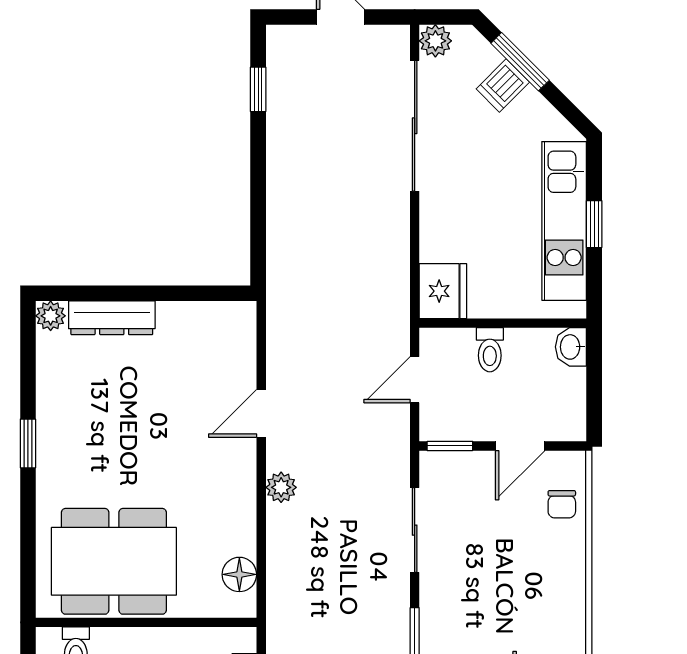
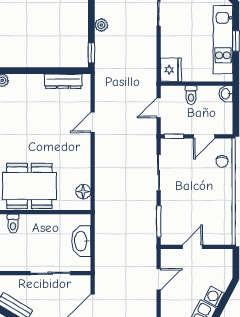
window: (258, 252) -> (91, 53), added
dresser: (112, 318) -> (63, 81), moved
plant: (281, 487) -> (101, 25), moved

